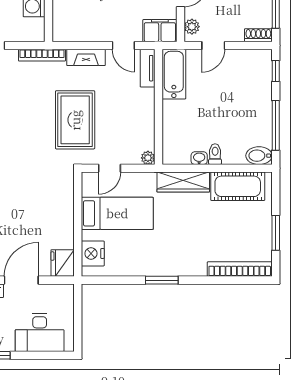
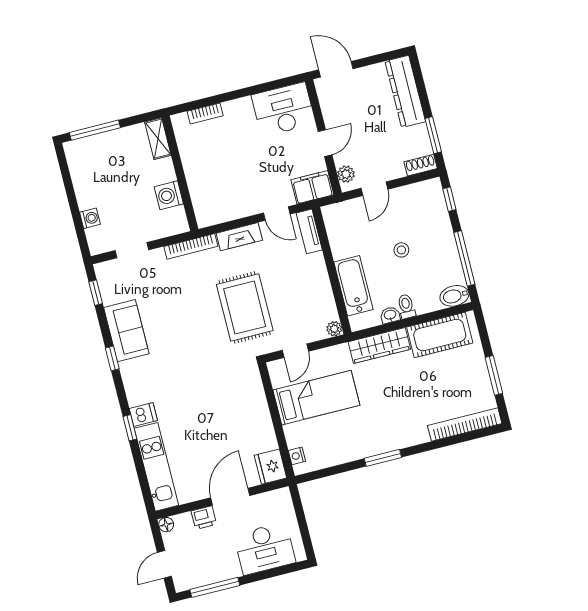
bathtub: (174, 74) -> (353, 286), moved
stool: (223, 104) -> (401, 250), added
nightstand: (93, 253) -> (297, 456), width x0.53, depth x0.56

